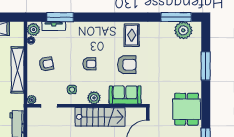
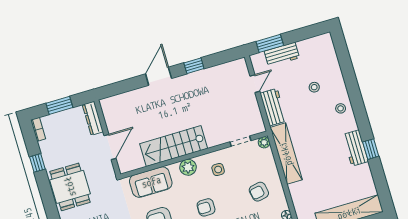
shelving: (18, 70) -> (286, 154), moved

